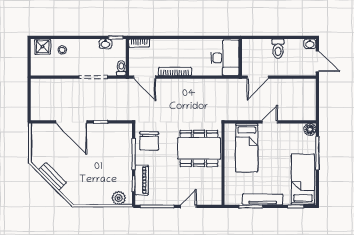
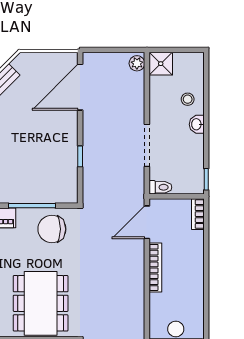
washbasin: (105, 44) -> (197, 124), moved
shower: (43, 47) -> (161, 64), moved
plant: (38, 84) -> (137, 63), added
door: (71, 122) -> (80, 87), moved

